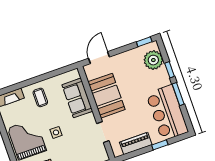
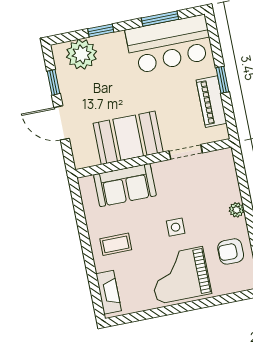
window: (144, 42) -> (53, 82), moved
door: (99, 58) -> (62, 123), moved
window: (178, 94) -> (160, 19), moved
window: (160, 145) -> (222, 80), moved

